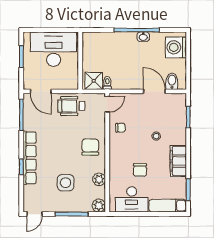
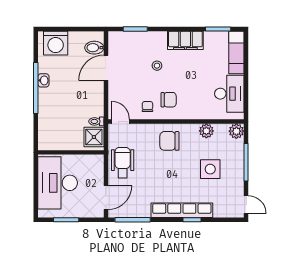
wheelchair: (71, 106) -> (123, 163), turned 180
chair: (140, 170) -> (169, 100), moved

